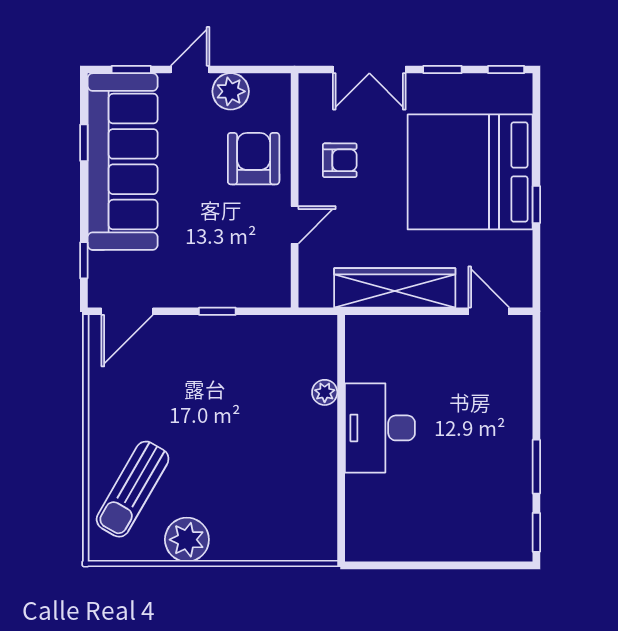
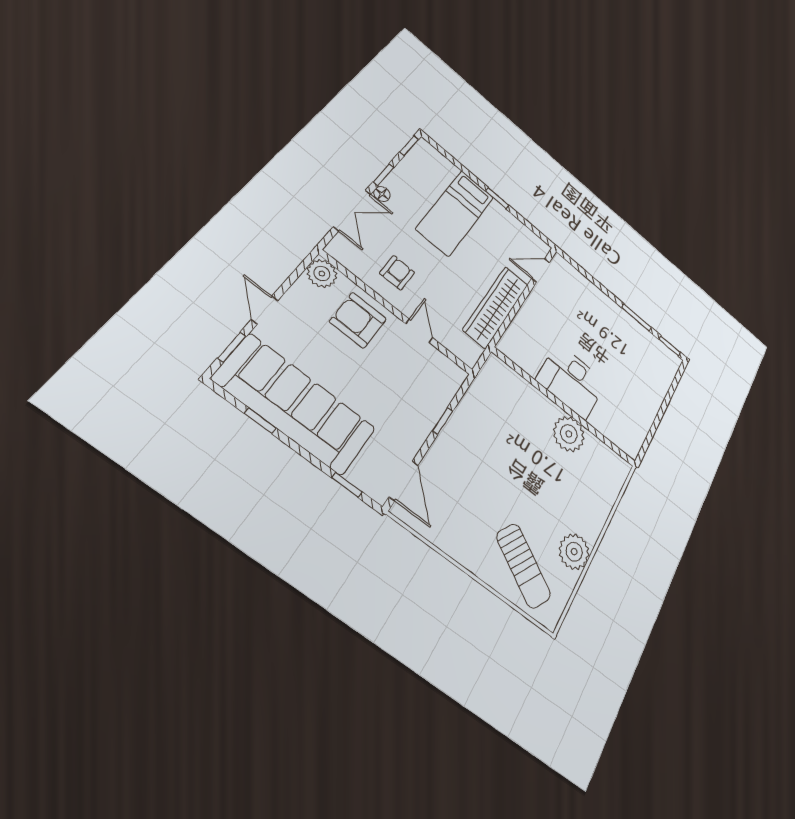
floor lamp: (417, 84) -> (382, 194), added
plant: (231, 91) -> (322, 274), moved
bed: (470, 172) -> (455, 213), width x0.49
plant: (325, 392) -> (569, 434), moved, width x1.88, depth x1.88

